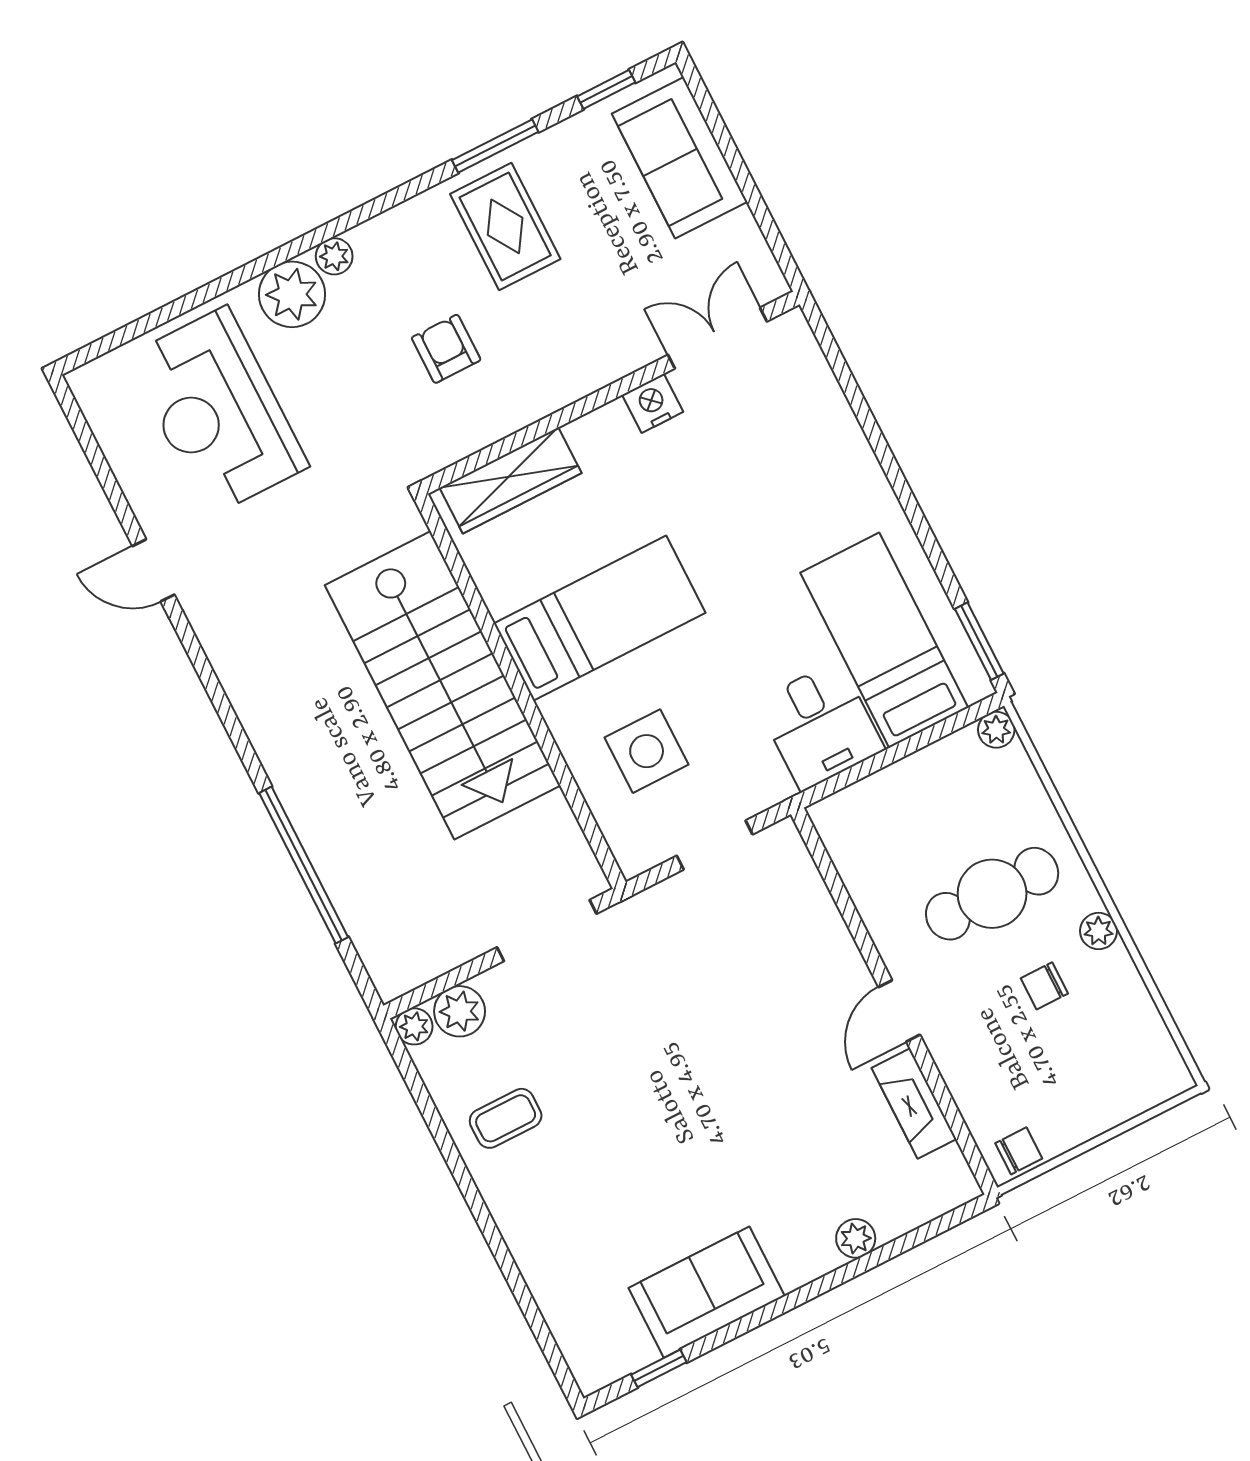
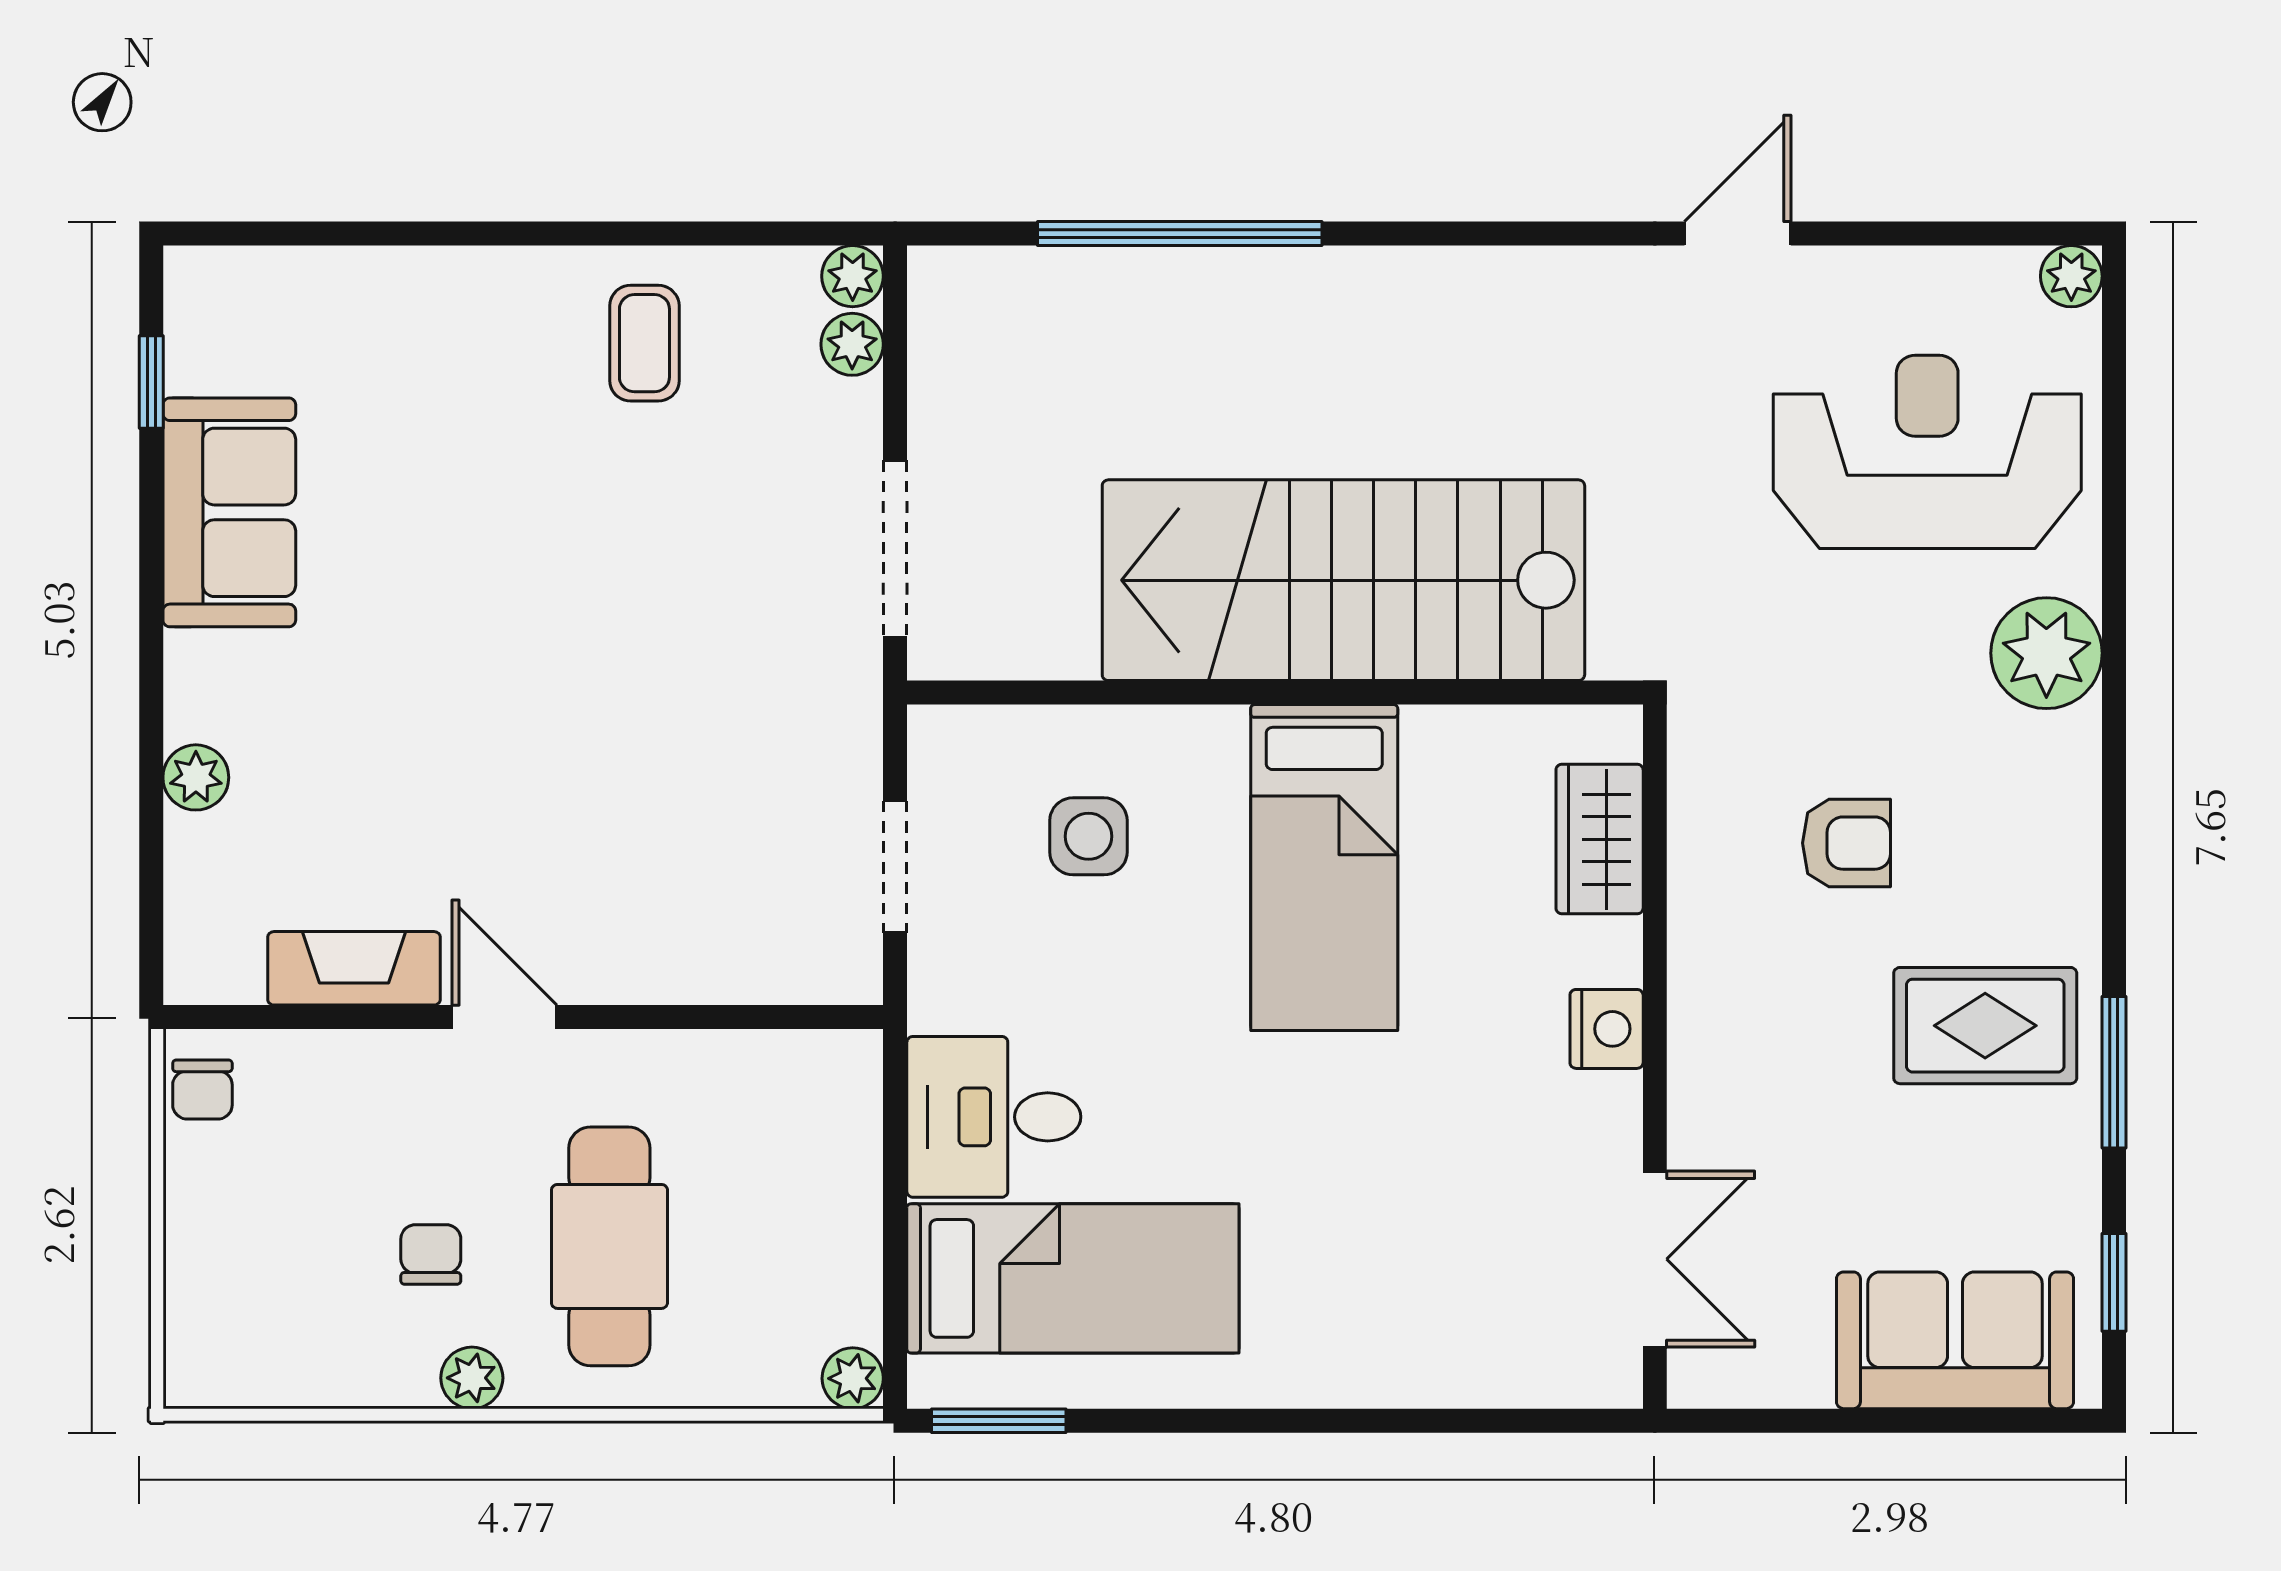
plant: (334, 256) -> (2071, 276), moved
nightstand: (653, 403) -> (1607, 1029), moved
wardrobe: (510, 480) -> (1600, 839), width x0.67
side table: (647, 751) -> (1088, 836), width x0.73, depth x0.73
plant: (460, 1011) -> (852, 344), width x0.73, depth x0.73

